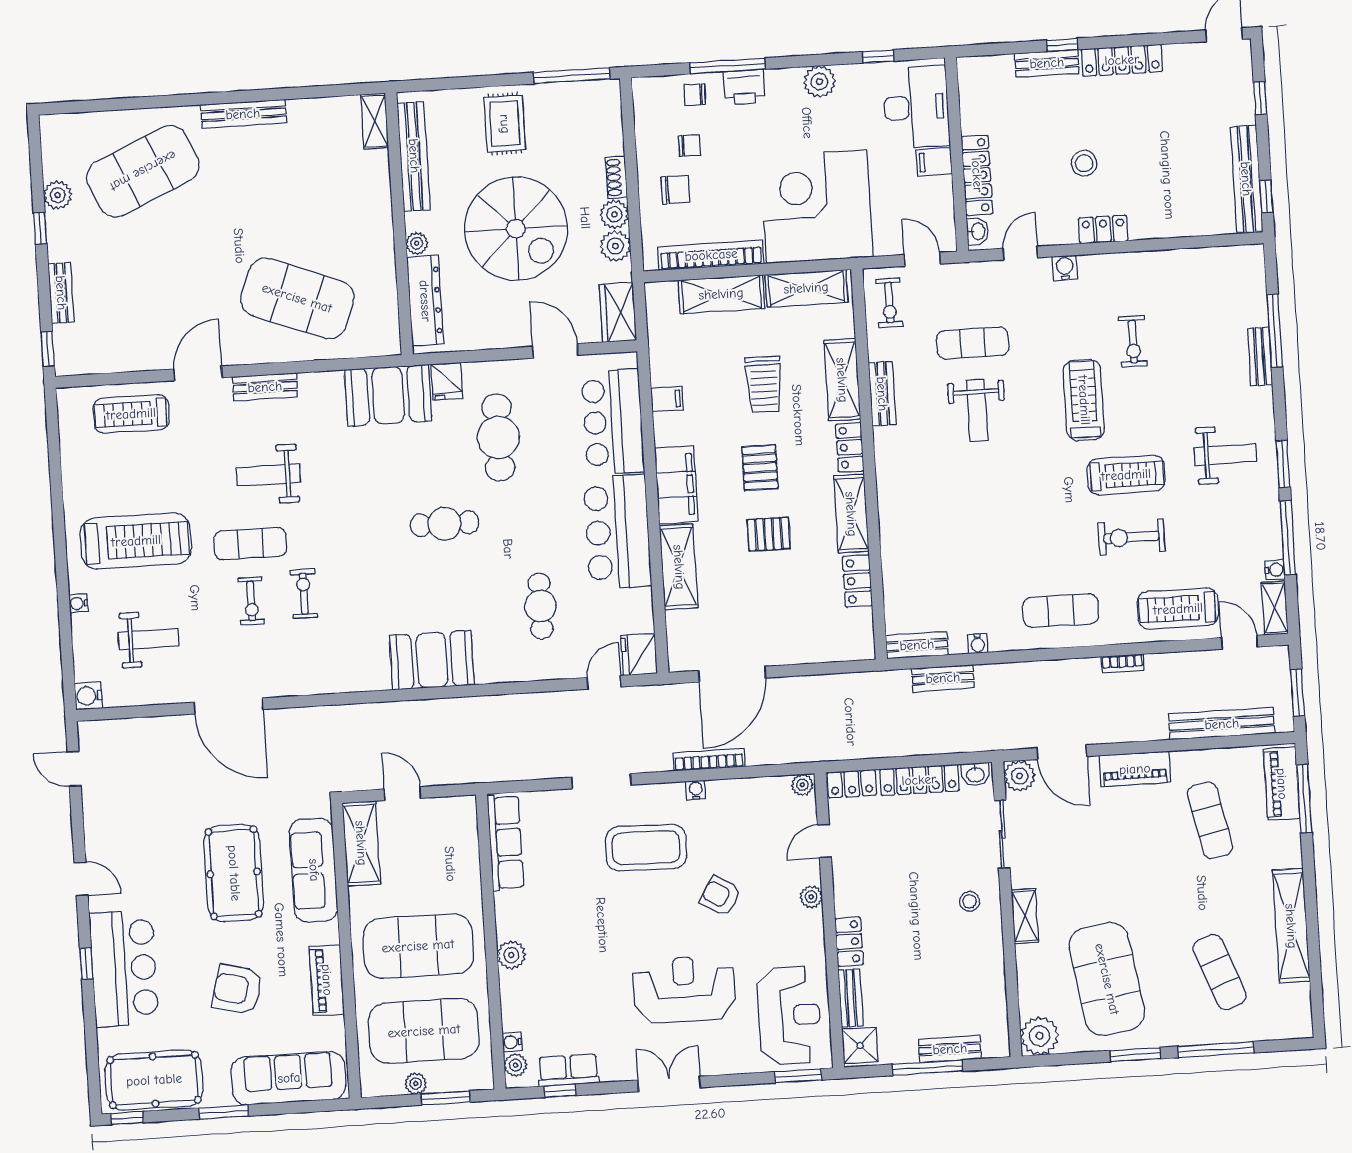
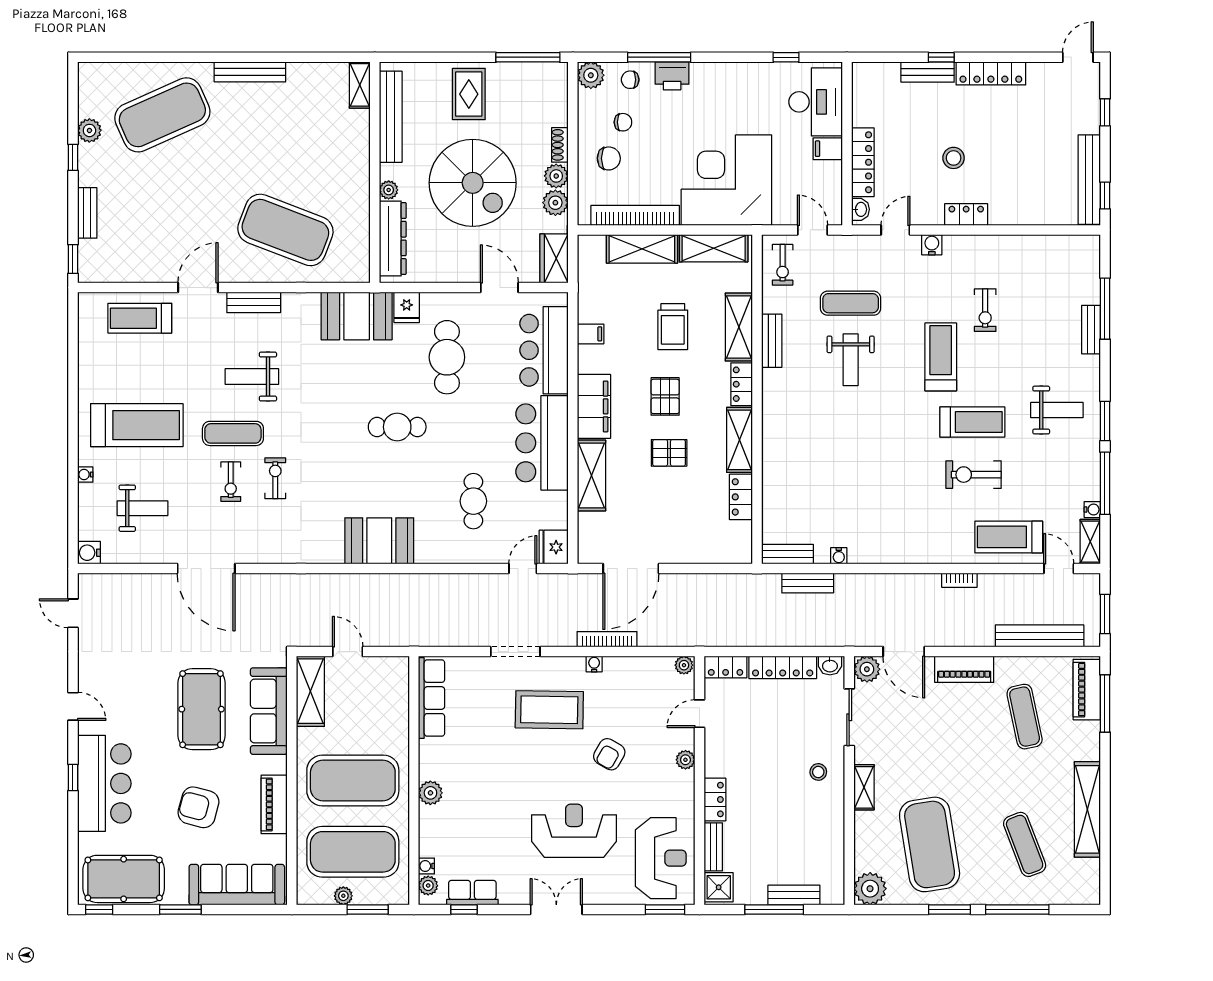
plant: (819, 82) -> (591, 75), moved
exercise mat: (1061, 611) -> (910, 533), removed
armchair: (720, 896) -> (609, 754), turned -91

